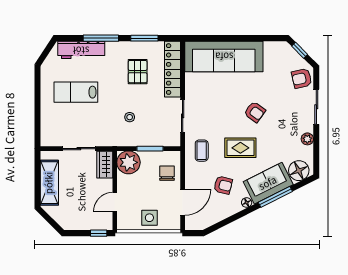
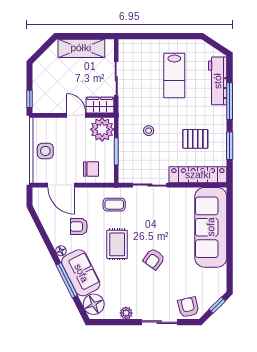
lab bench: (76, 92) -> (174, 76), turned 180
armchair: (223, 185) -> (79, 227), turned 76
door: (115, 202) -> (76, 115), moved

